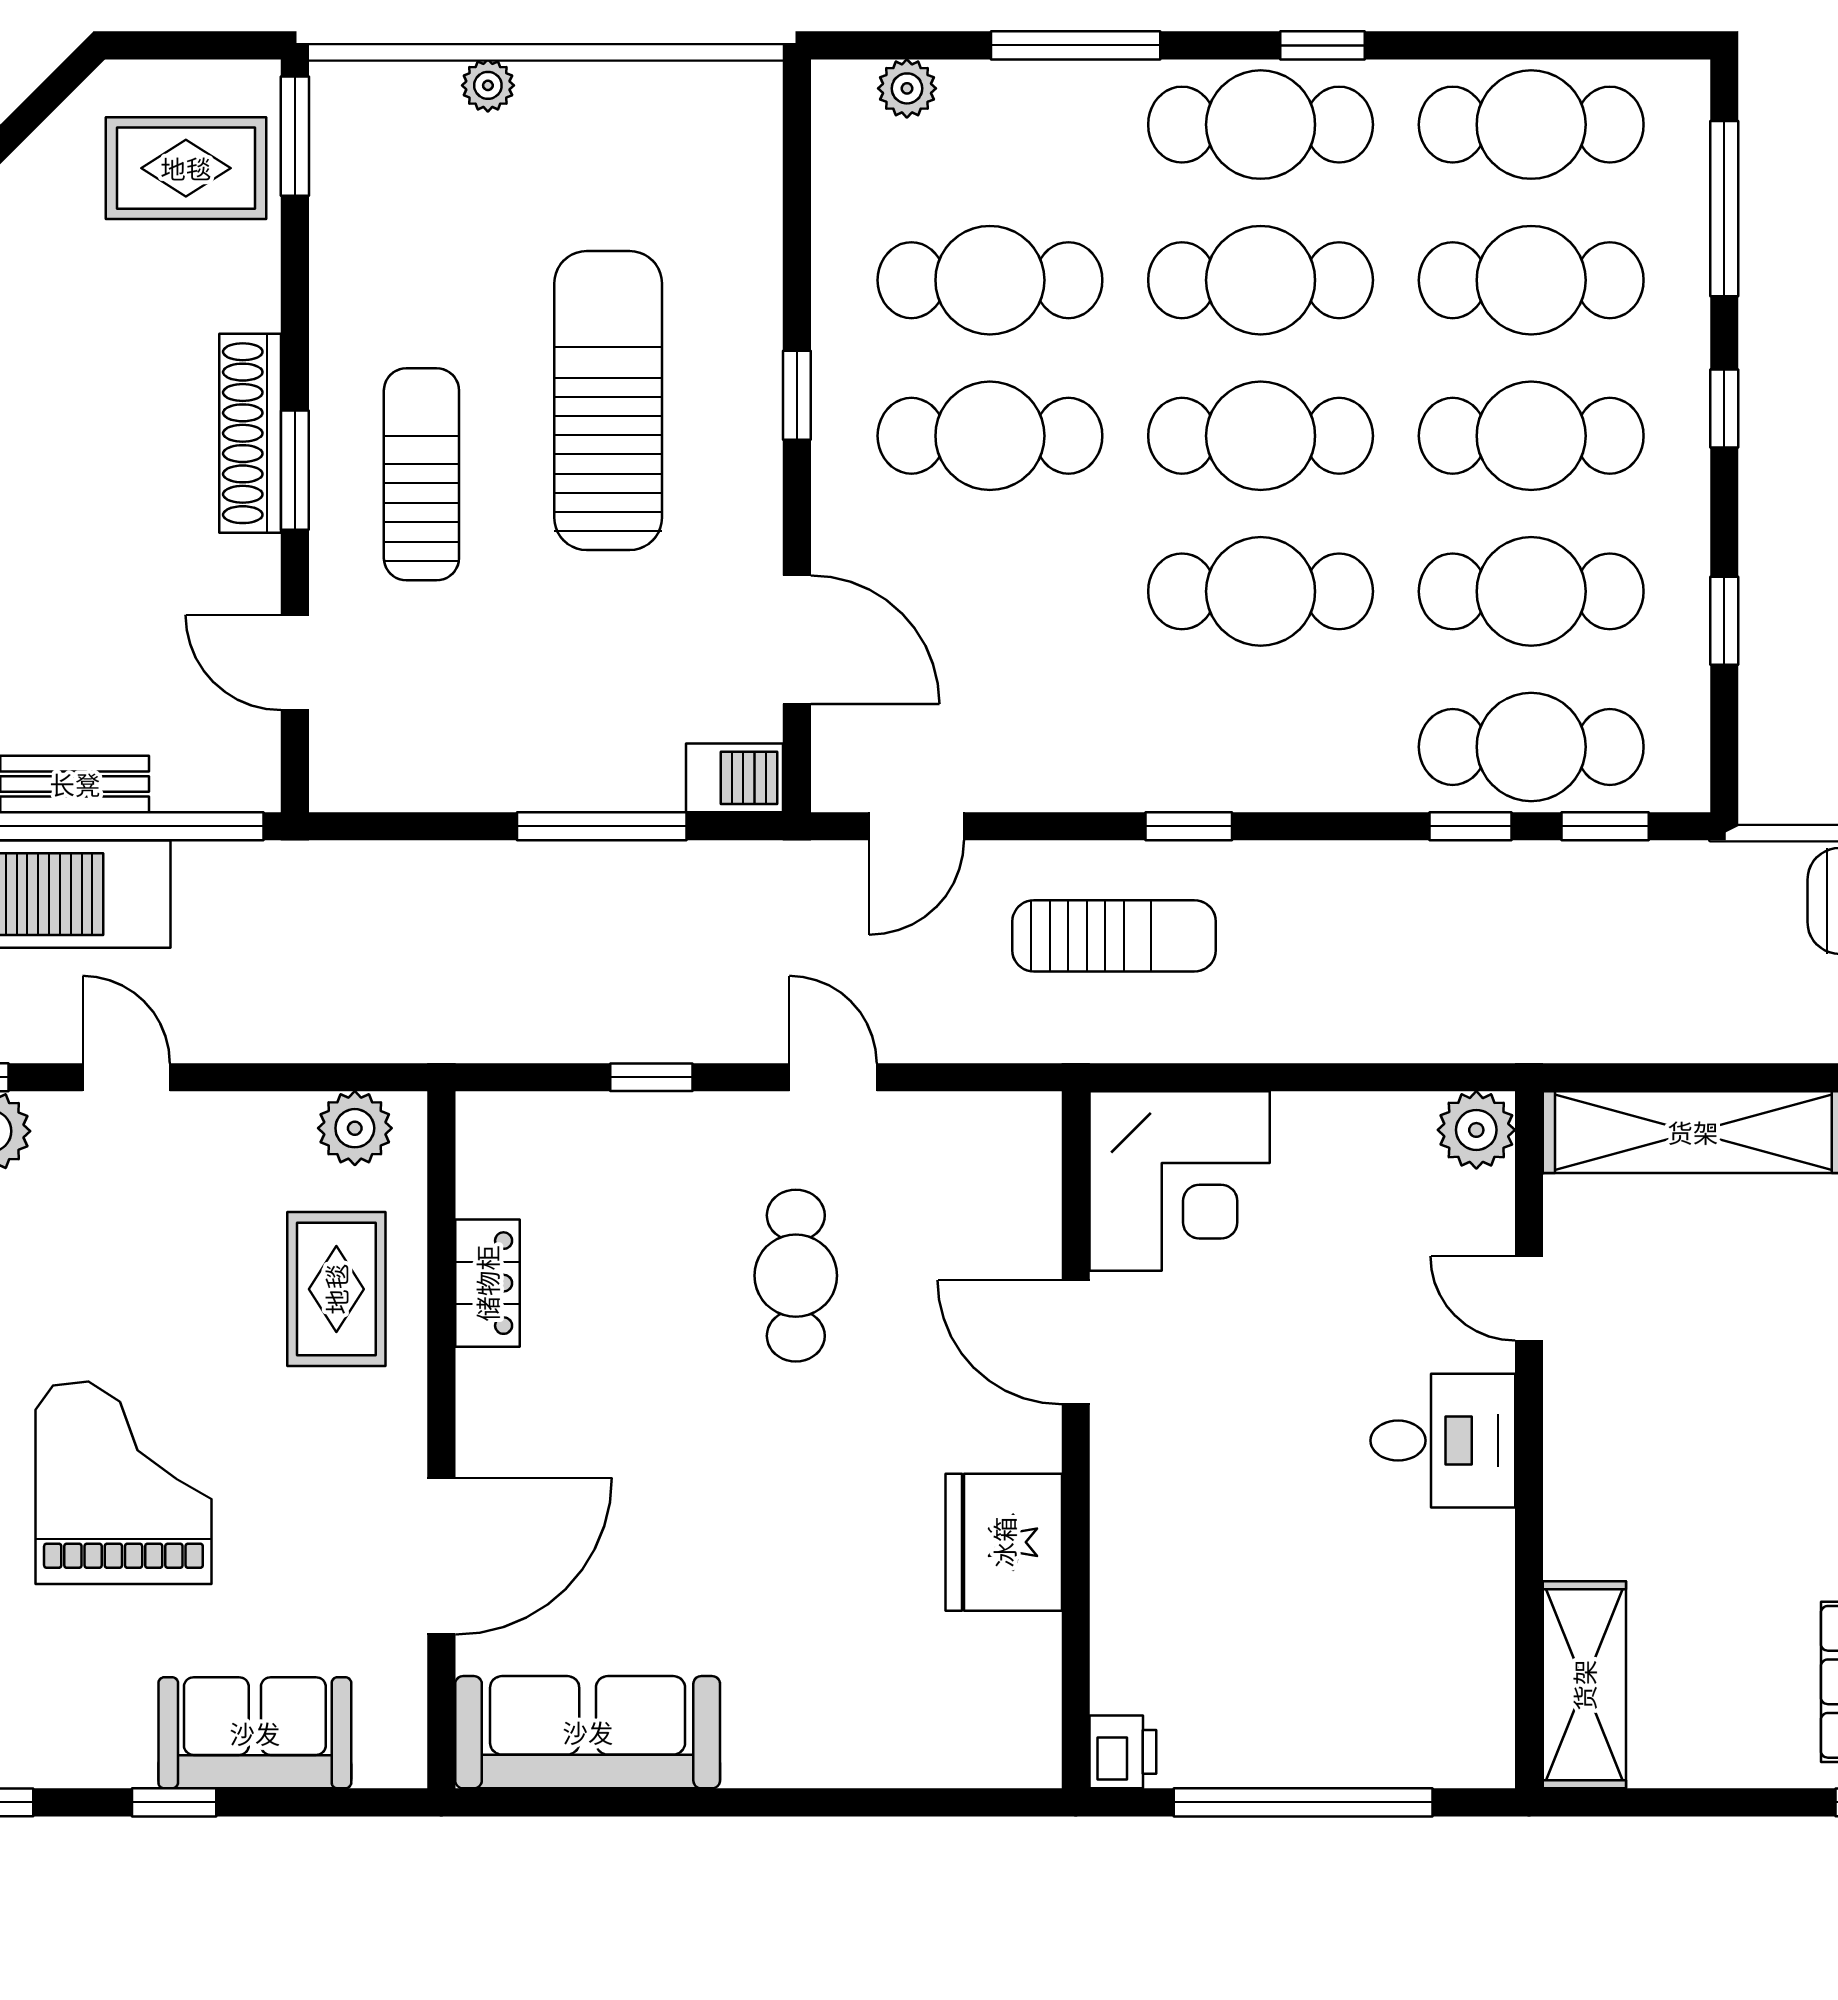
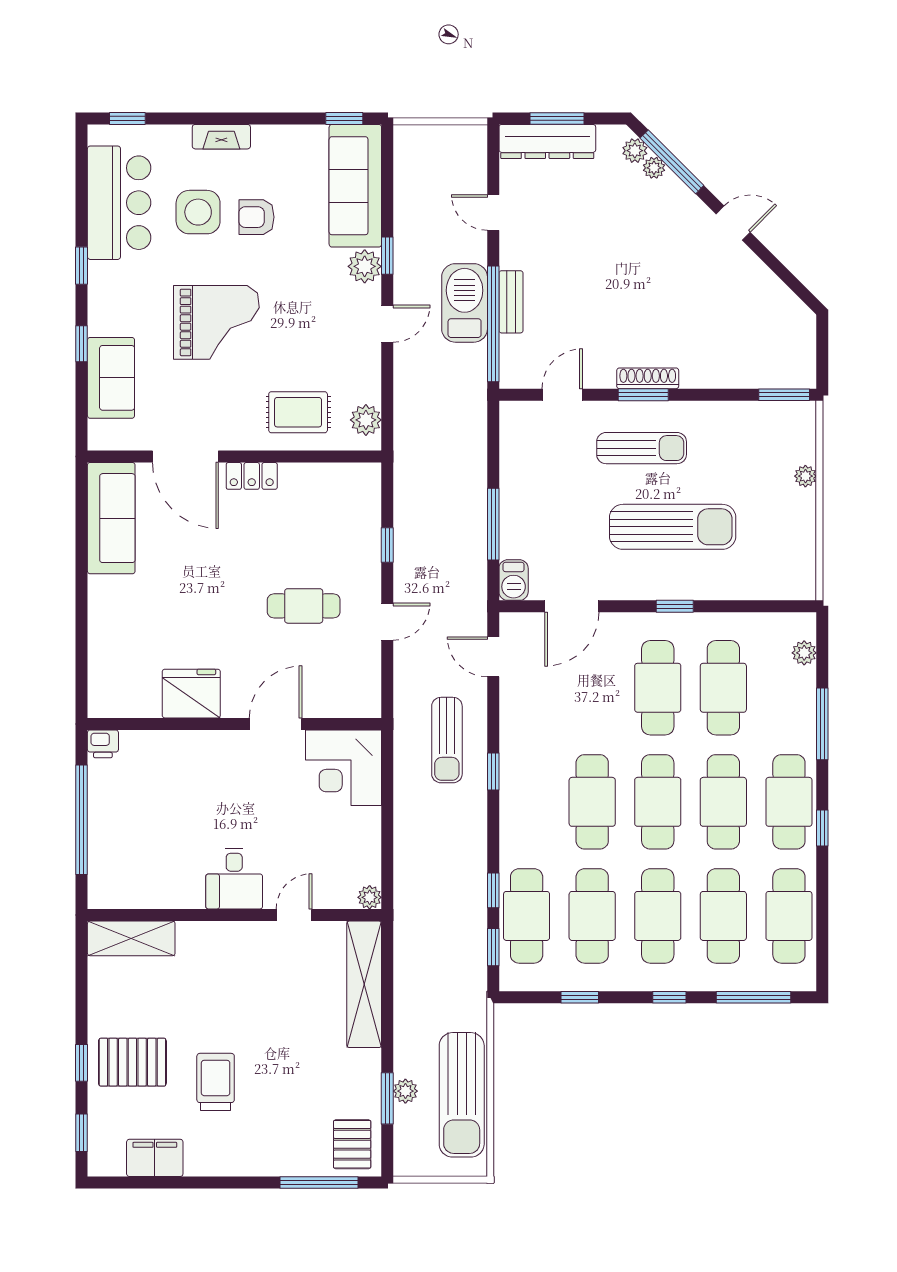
rug: (186, 168) -> (771, 349), removed
shoe rack: (250, 433) -> (648, 378), width x0.74, depth x0.81
plant: (1476, 1130) -> (370, 897), width x0.73, depth x0.73
locker: (487, 1283) -> (252, 476), moved

